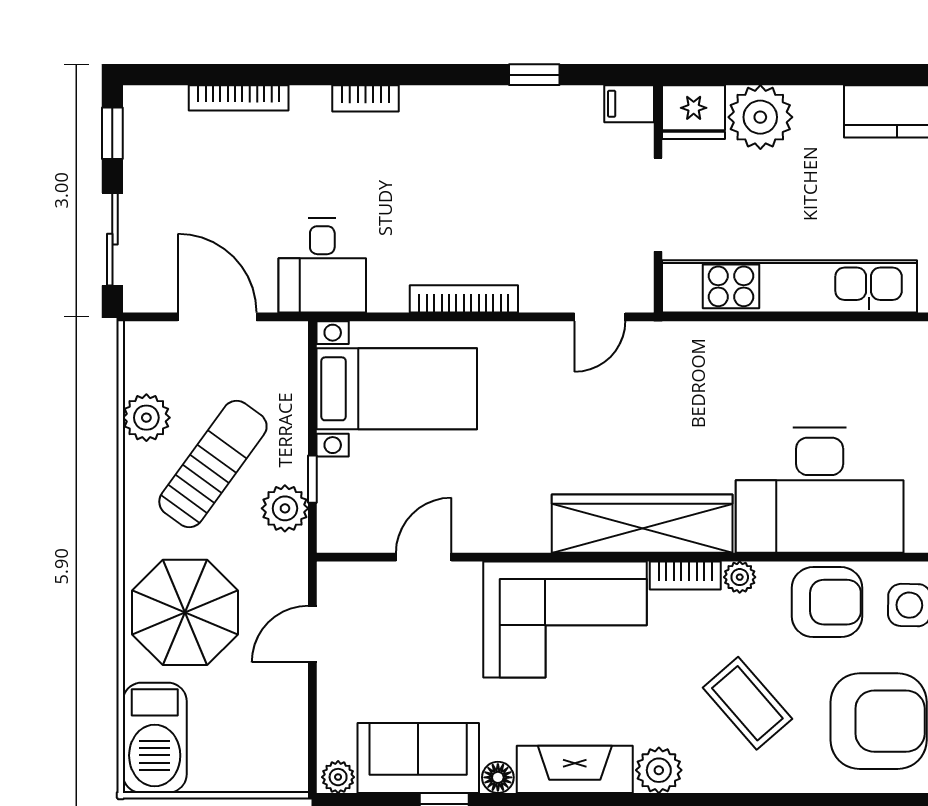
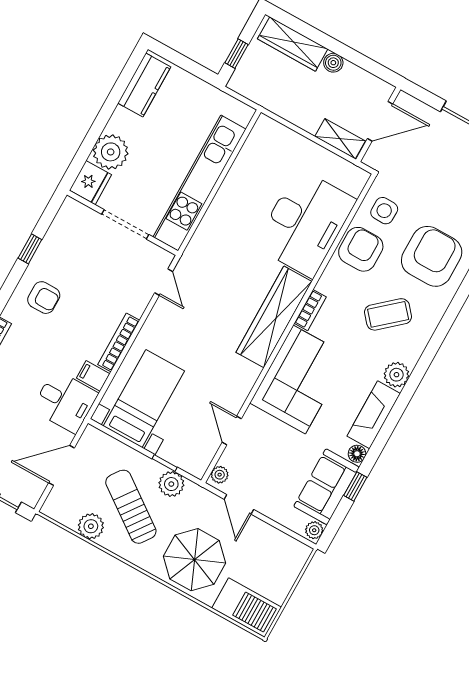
filing cabinet: (629, 104) -> (93, 376), moved, turned 90
armchair: (469, 140) -> (44, 298), added
plant: (740, 577) -> (220, 475), moved

